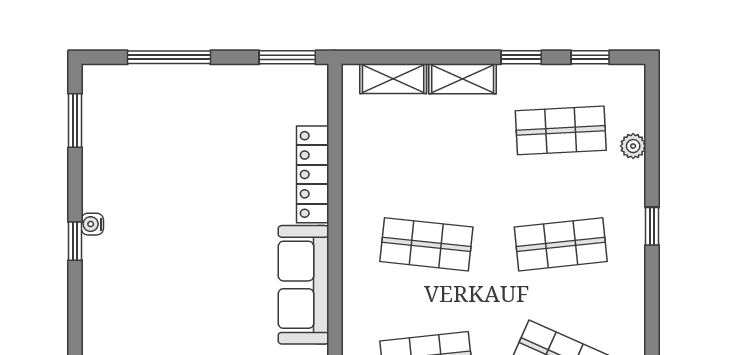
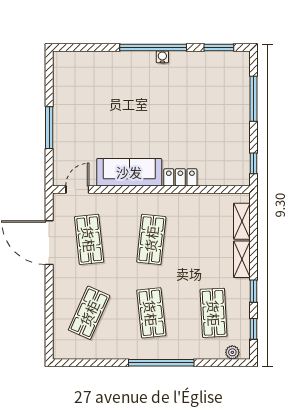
window: (287, 57) -> (254, 163), width x0.67
plant: (633, 146) -> (232, 352), moved
locker: (313, 174) -> (180, 177), width x0.66
window: (652, 226) -> (161, 363), width x3.17
window: (75, 241) -> (153, 47), width x3.17

